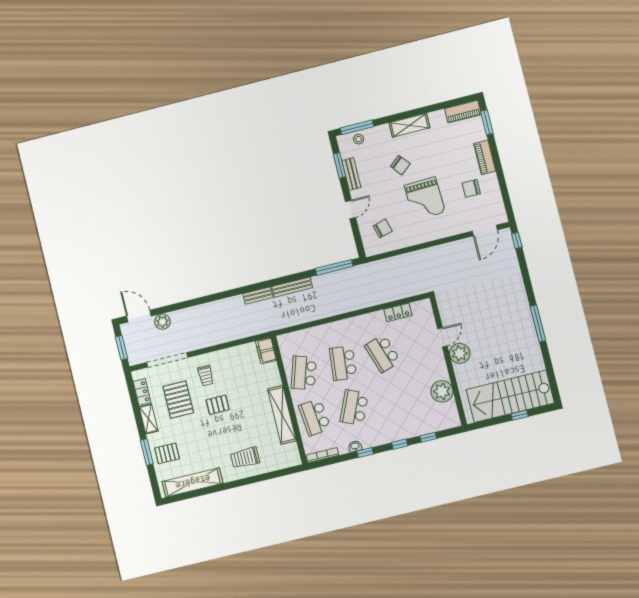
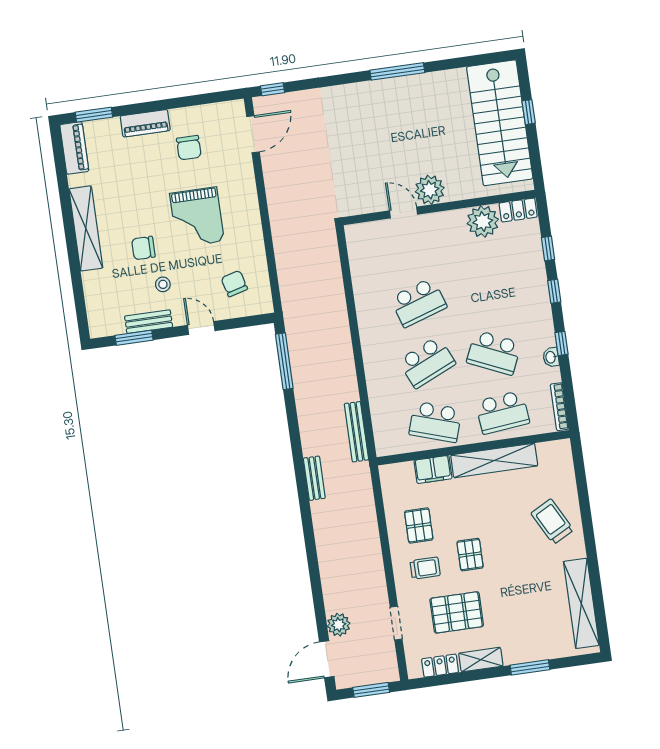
shelving: (409, 125) -> (86, 228), width x1.47
window: (357, 127) -> (80, 306), removed
stool: (359, 139) -> (163, 284), moved
chair: (400, 165) -> (143, 248), turned -141
grand piano: (425, 199) -> (197, 217), turned 92
door: (485, 231) -> (253, 134), hinge flipped
bench: (292, 287) -> (356, 432), moved
locker: (398, 312) -> (518, 210), moved, turned 90
filing cabinet: (266, 351) -> (433, 469), moved
doorway: (167, 360) -> (396, 623), width x0.53
school desk: (343, 363) -> (427, 362), turned -30
pallet: (167, 453) -> (419, 525), moved
trolley: (245, 458) -> (552, 522), turned 152

